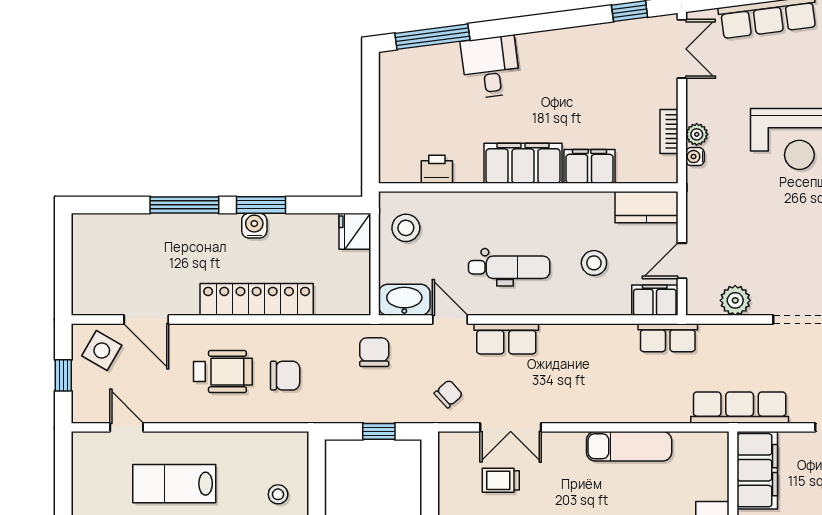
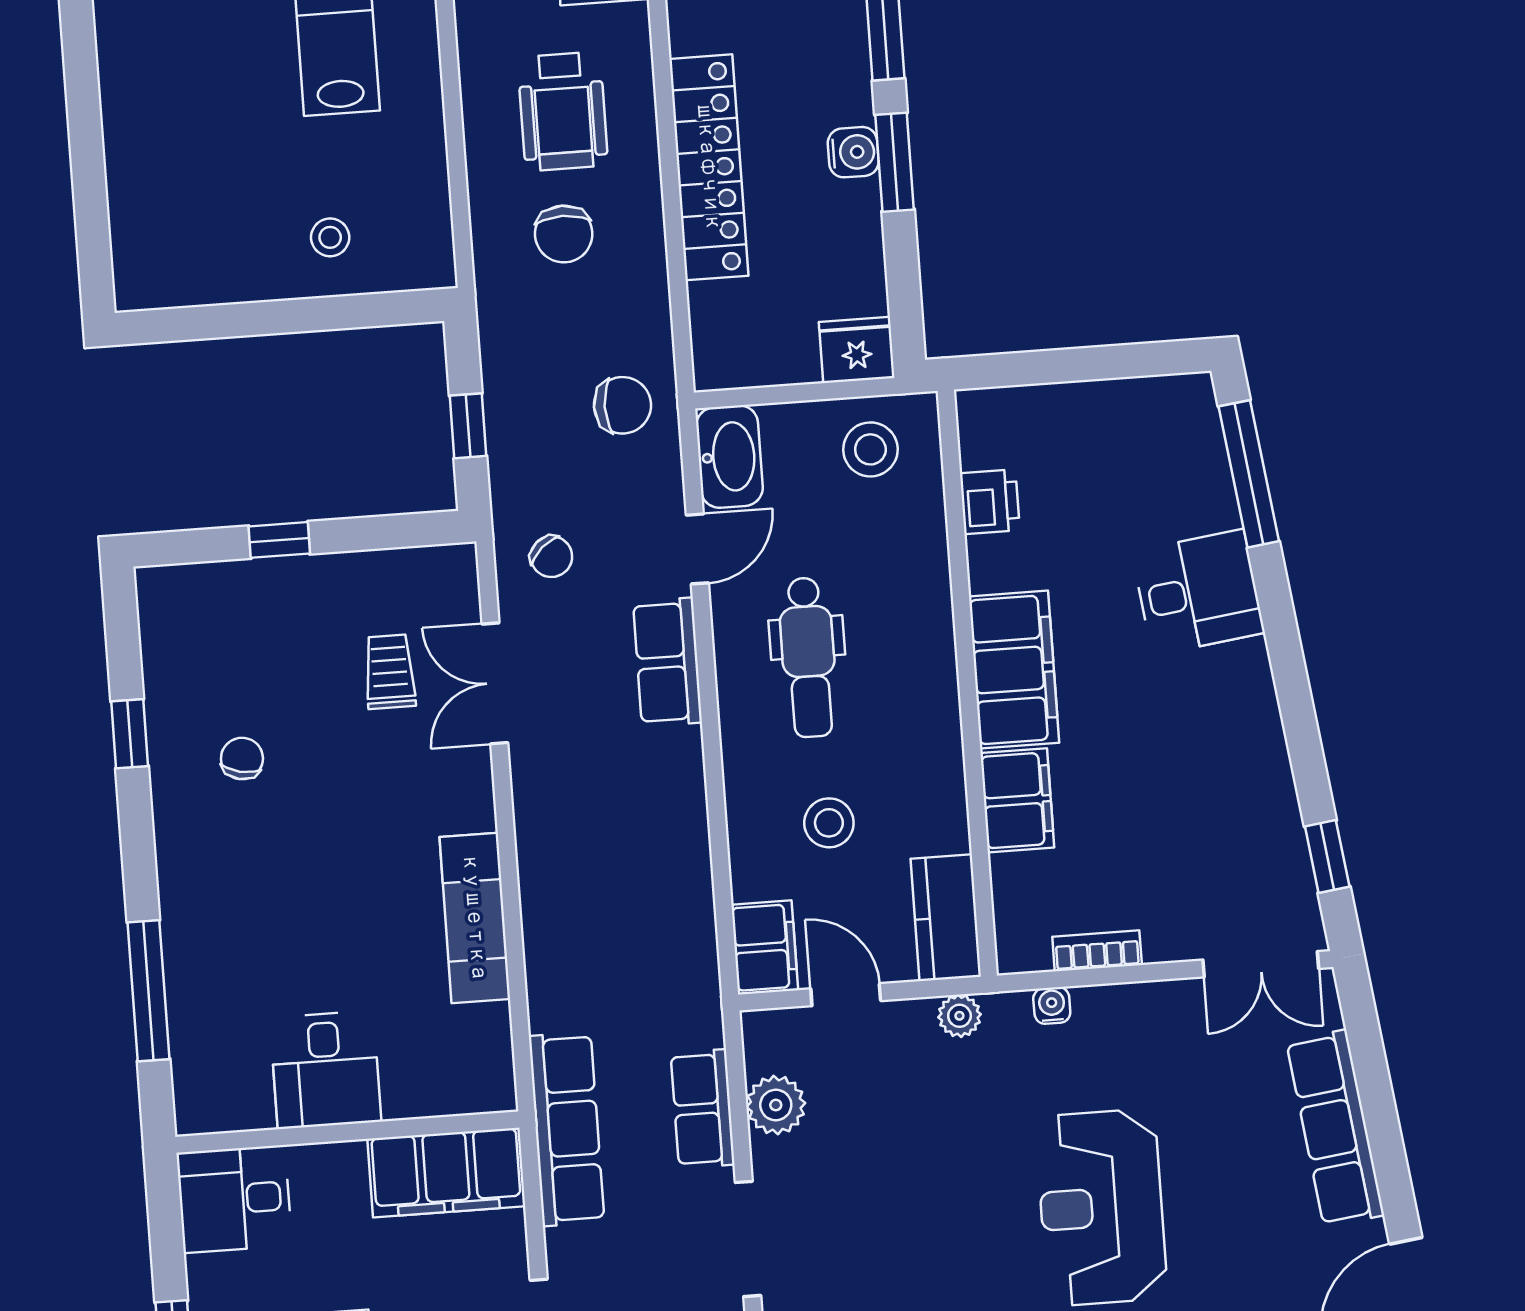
plant: (697, 134) -> (959, 1016), moved
row of seats: (668, 338) -> (703, 1109), moved

